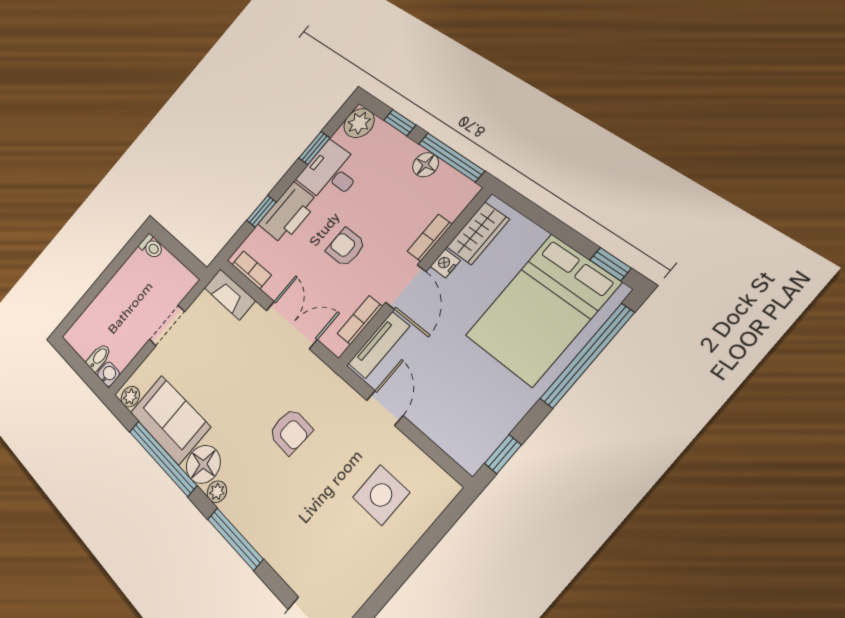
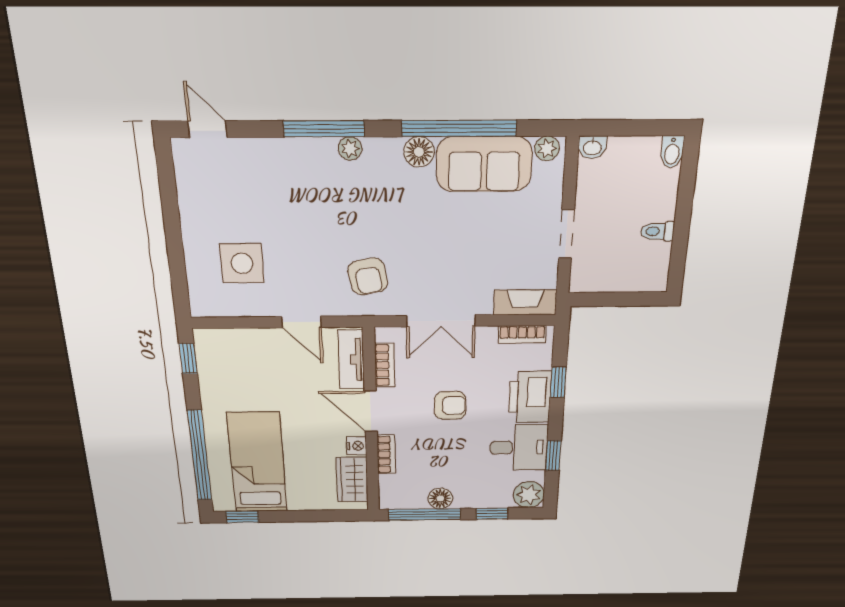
toilet: (151, 247) -> (657, 231), moved
bed: (542, 309) -> (257, 463), width x0.67
bidet: (99, 357) -> (672, 152), moved
armchair: (290, 431) -> (368, 276), moved, turned -104
floor lamp: (203, 464) -> (419, 152), width x0.73, depth x0.73
plant: (217, 492) -> (350, 149), moved

